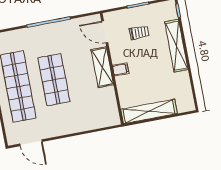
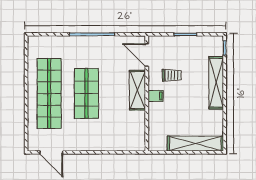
trolley: (139, 33) -> (172, 75), moved
shelving: (149, 111) -> (195, 144), moved

